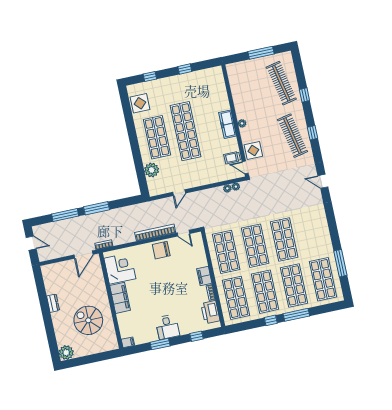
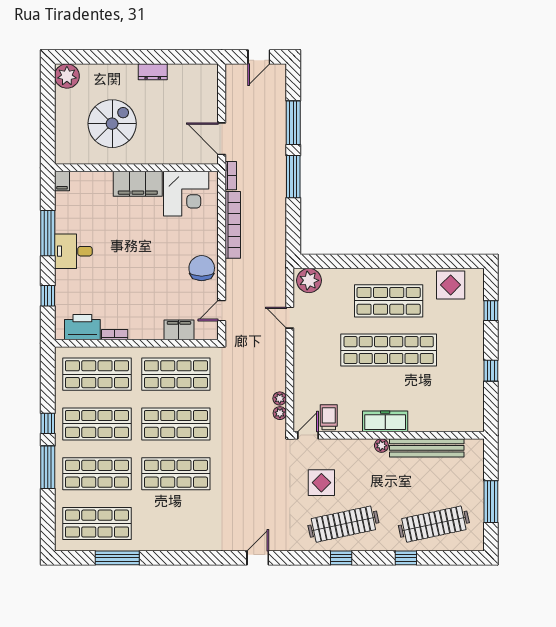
bench: (238, 97) -> (427, 448), added
display table: (253, 150) -> (321, 483), moved
plant: (152, 170) -> (309, 280), moved
bookcase: (155, 233) -> (233, 225), moved
filing cabinet: (204, 276) -> (179, 330), moved
window: (160, 344) -> (48, 233), width x1.44

